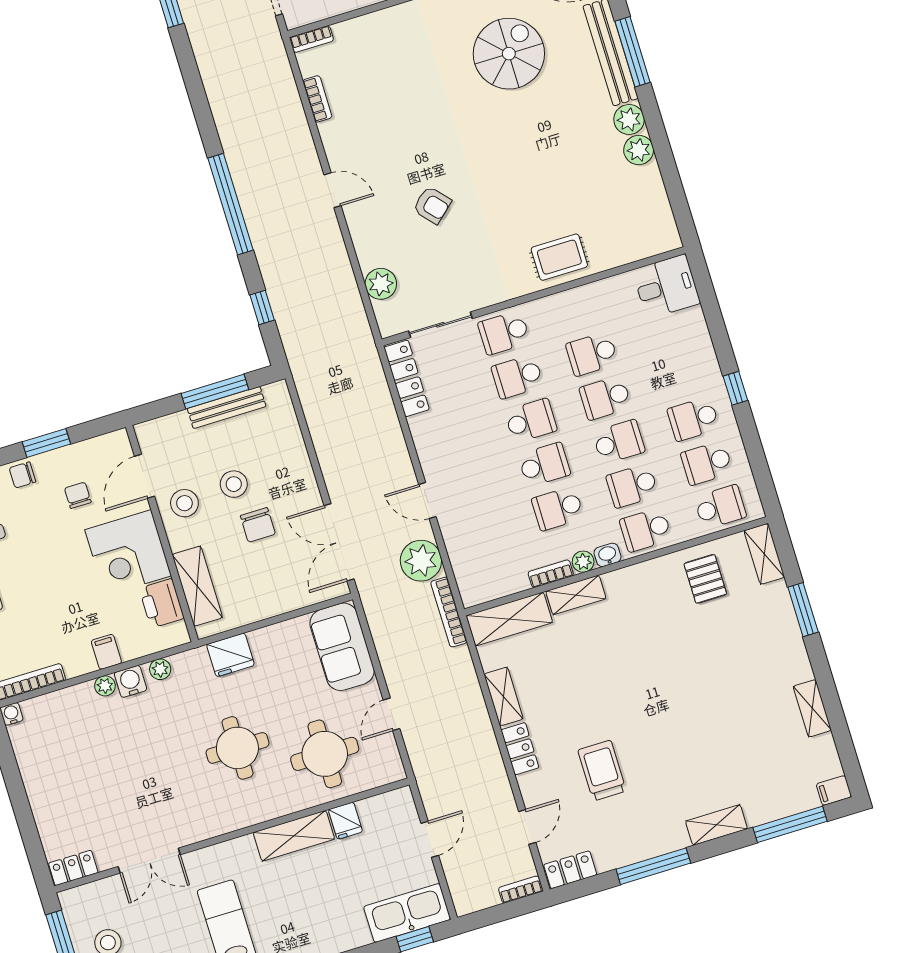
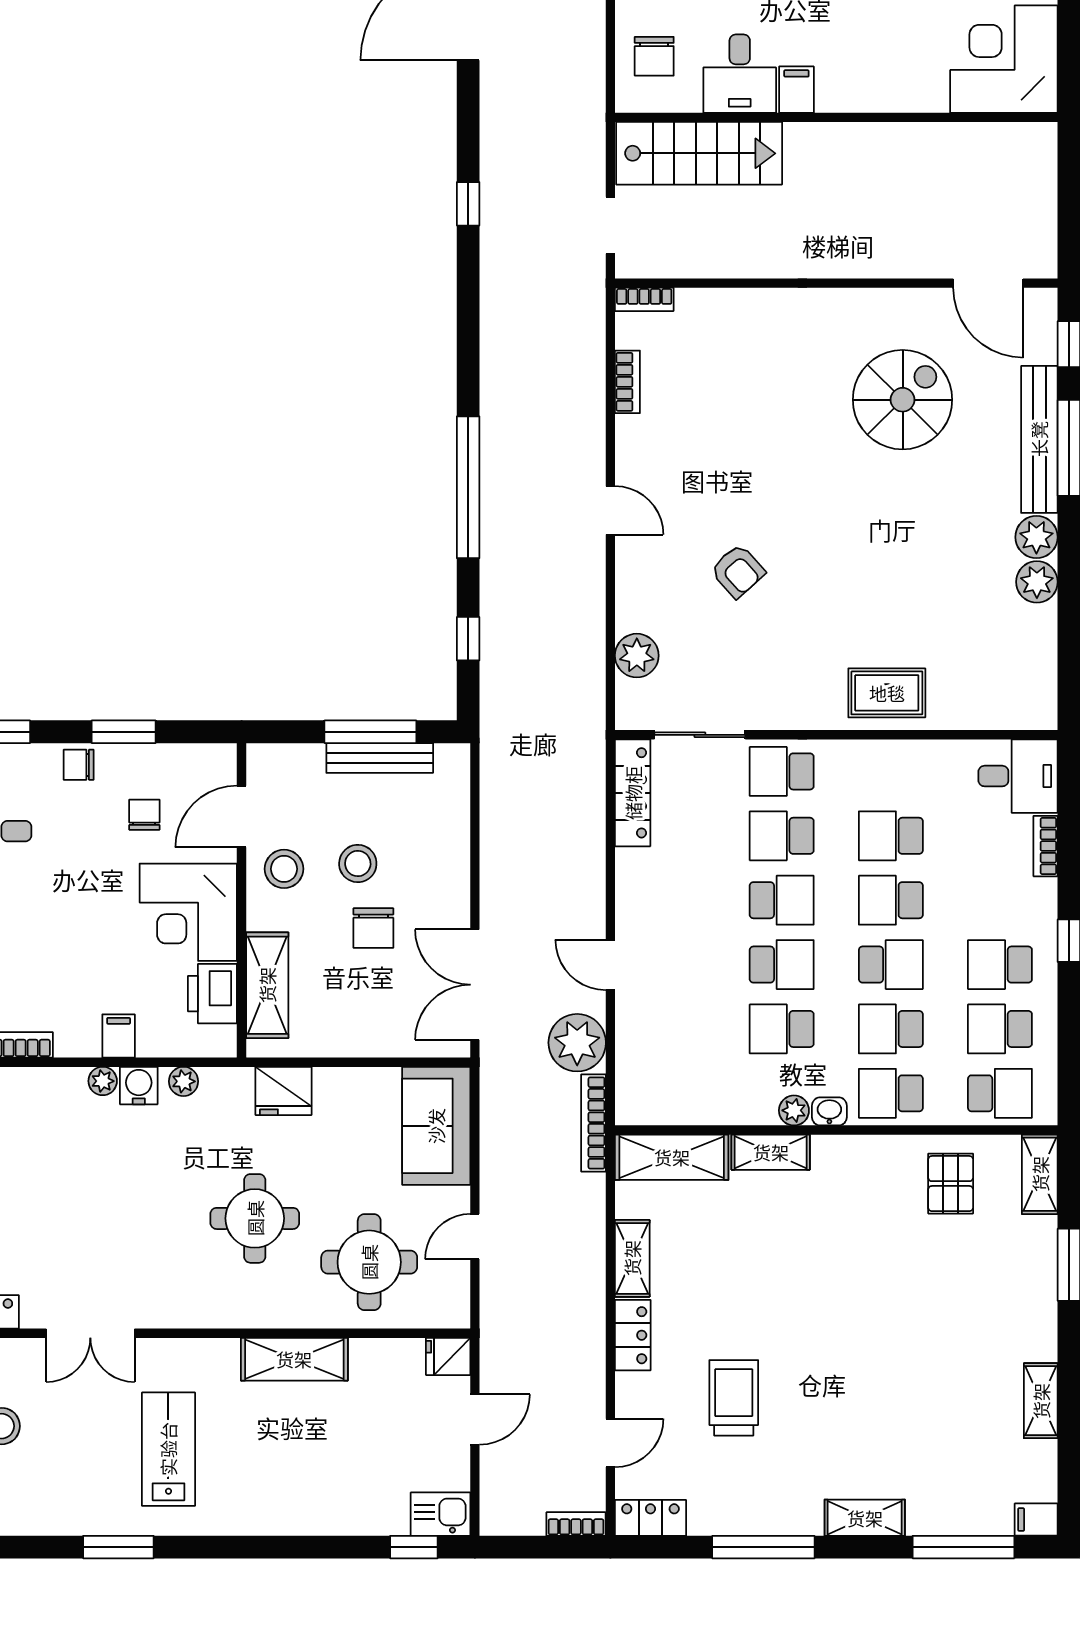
bookcase: (551, 574) -> (1045, 846), moved, turned -90
fridge: (345, 821) -> (448, 1356), moved, turned 90
kitchen sink: (407, 913) -> (441, 1514), width x0.53, depth x0.81

